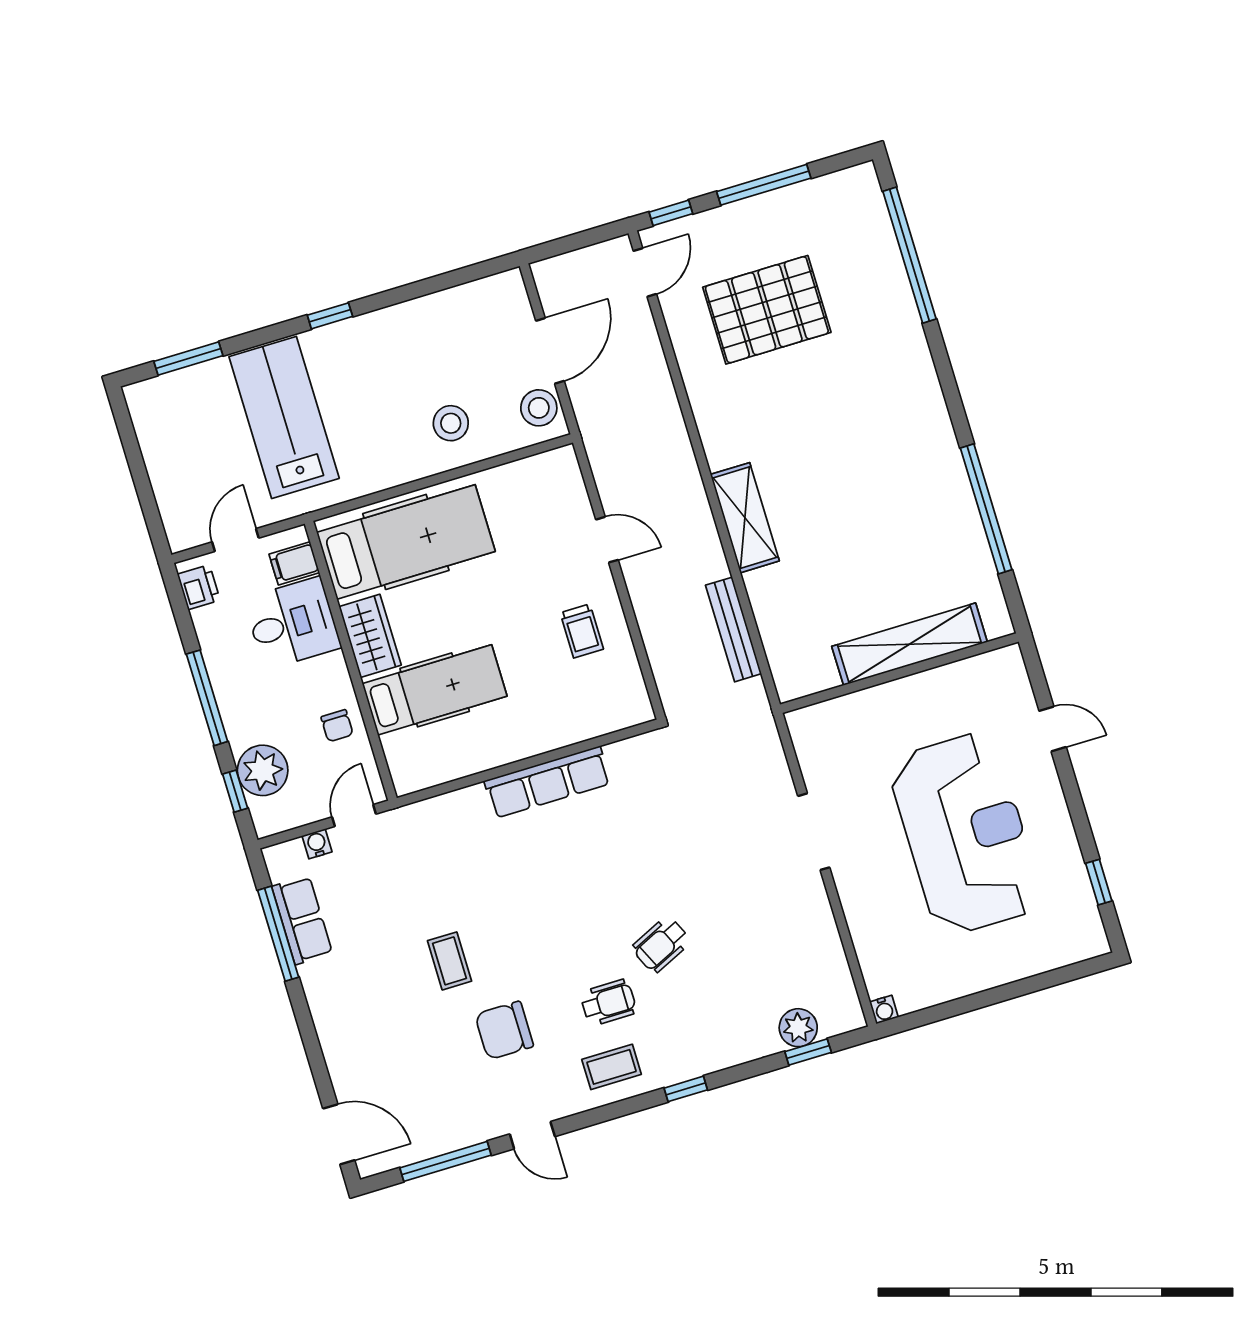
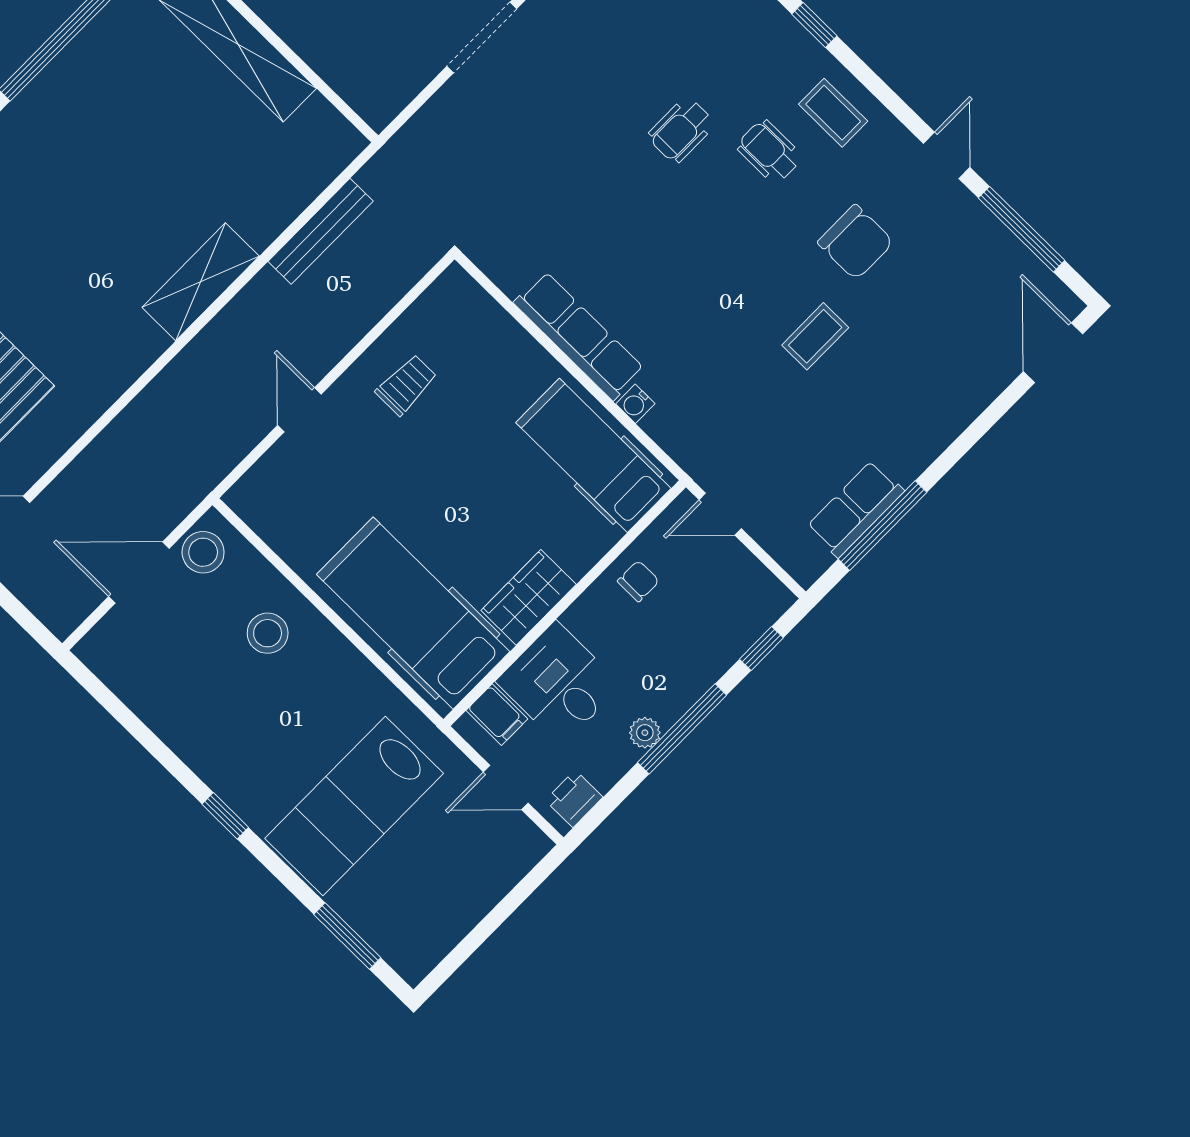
hospital bed: (435, 690) -> (593, 455), moved
plant: (263, 770) -> (645, 733), moved, width x0.53, depth x0.53
water cooler: (317, 844) -> (635, 404), moved
wheelchair: (661, 945) -> (681, 130), turned 115

